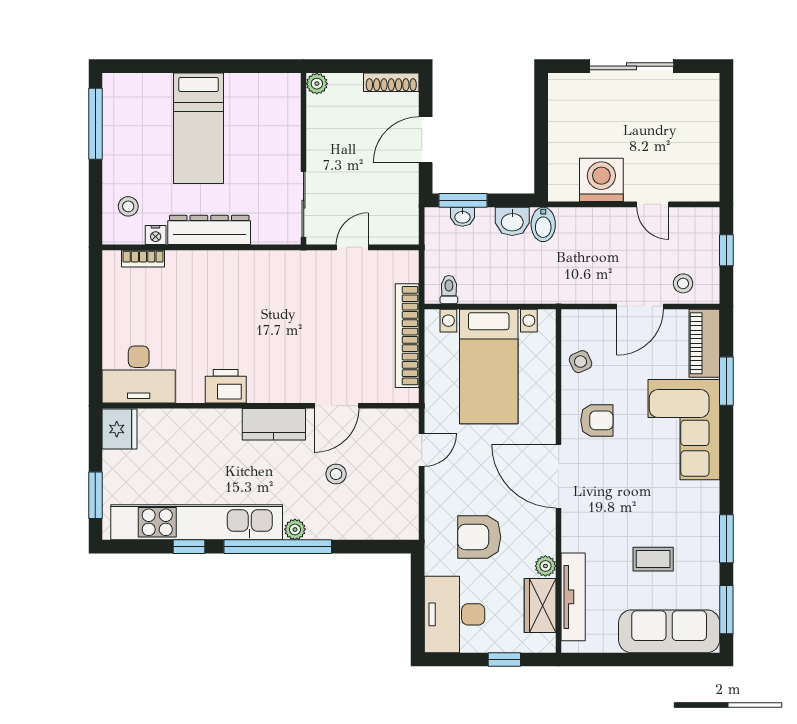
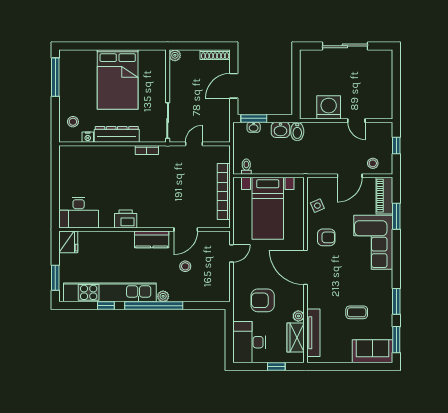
bed: (198, 128) -> (118, 79), width x1.50
bookcase: (143, 259) -> (147, 150), moved
sofa: (669, 631) -> (373, 351), width x0.73

